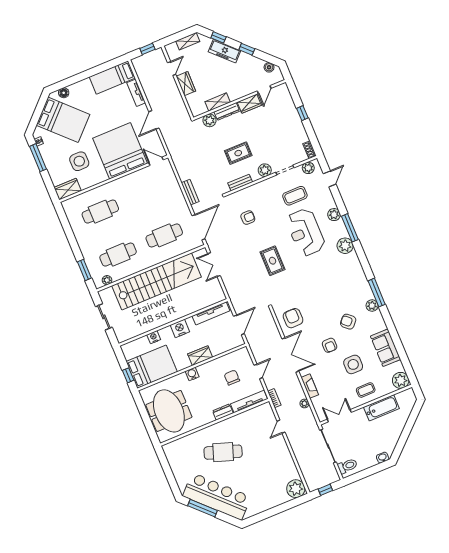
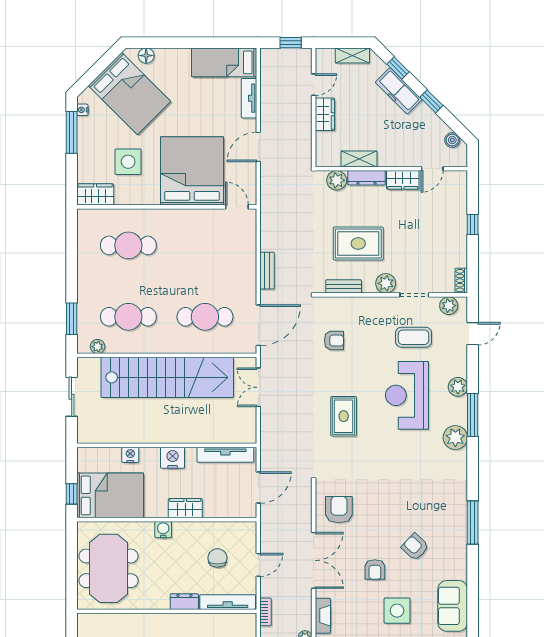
rug: (238, 153) -> (358, 243), width x1.36, depth x1.43
plant: (372, 306) -> (458, 538), removed

